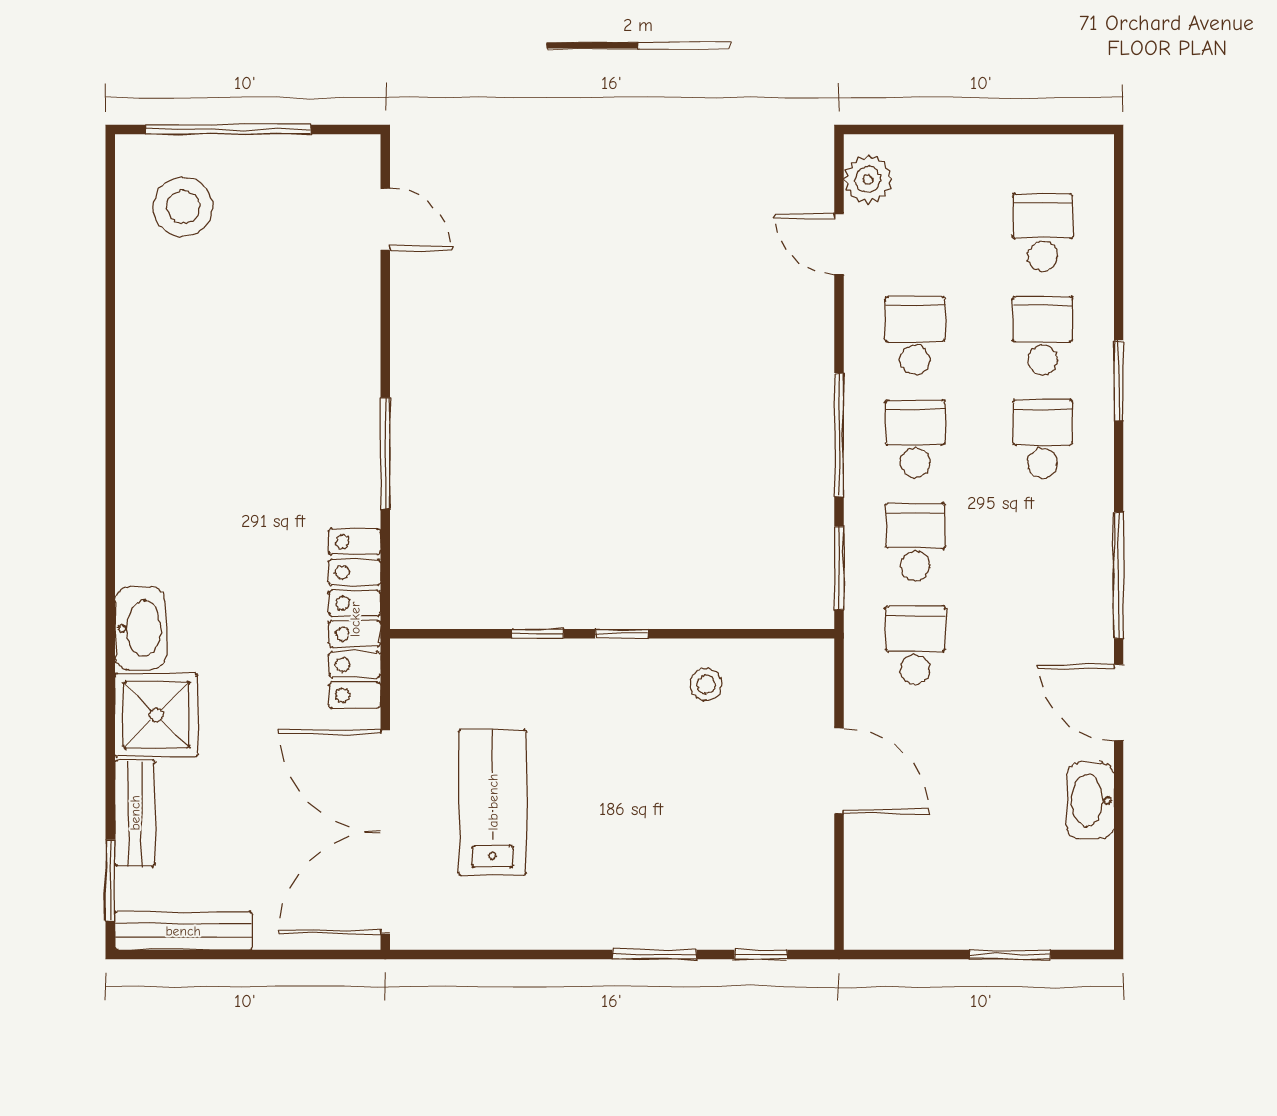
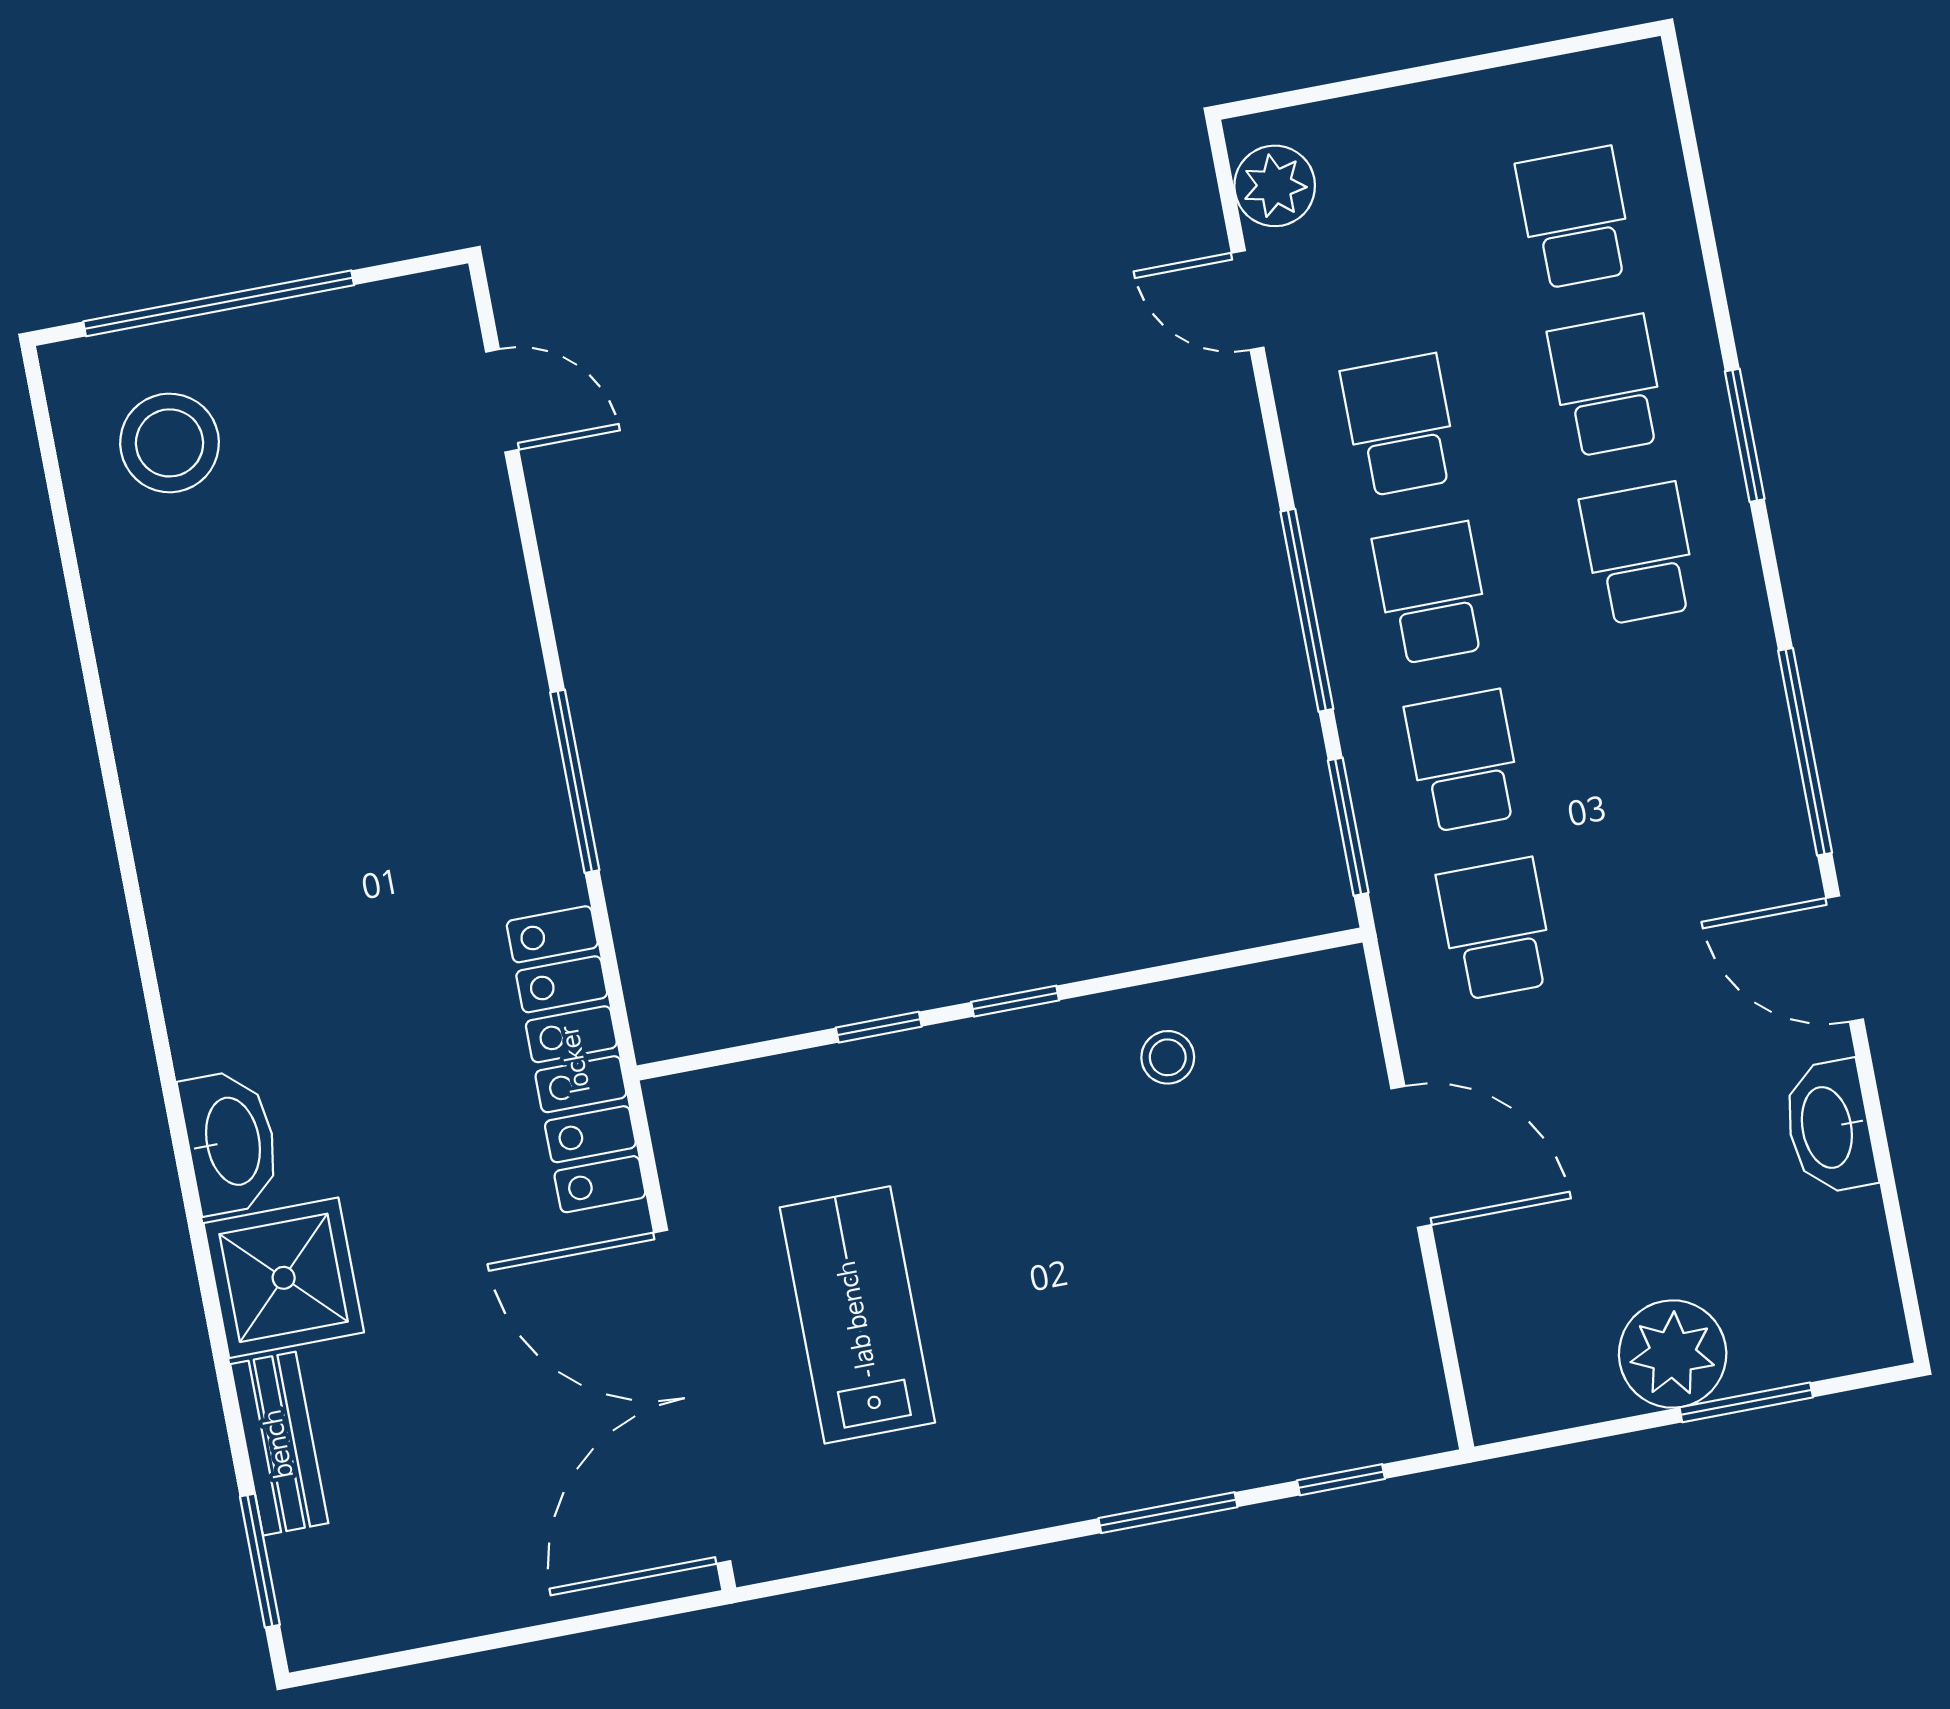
plant: (972, 918) -> (1673, 1354), added
bench: (183, 931) -> (395, 1620), removed

